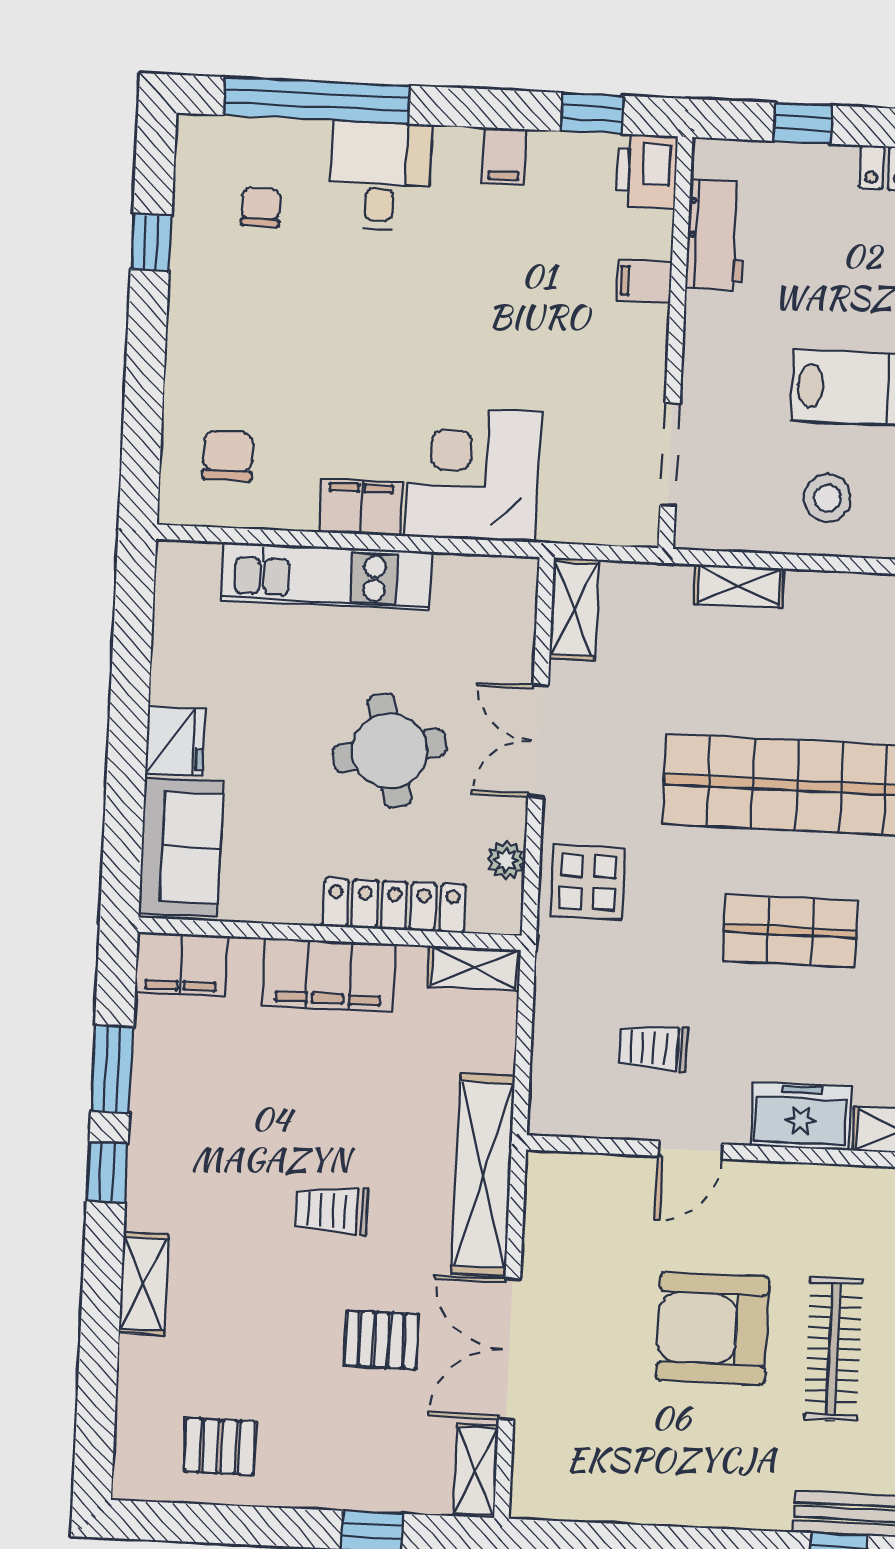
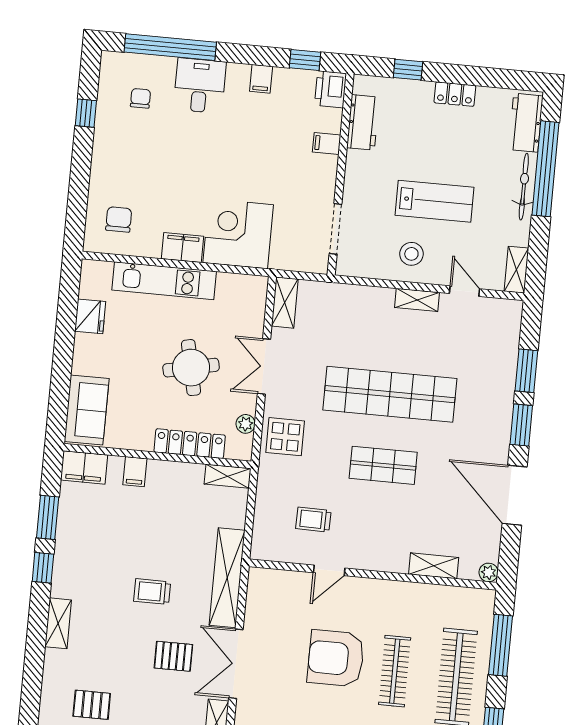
shelving: (739, 586) -> (417, 300), moved
fridge: (175, 741) -> (90, 316), moved
filing cabinet: (329, 975) -> (135, 472), width x0.33, depth x0.86
freezer: (801, 1116) -> (384, 556), removed

